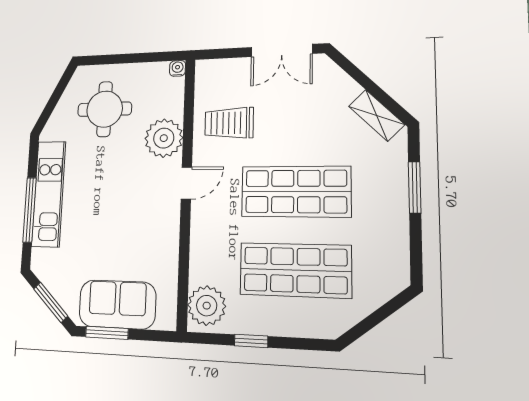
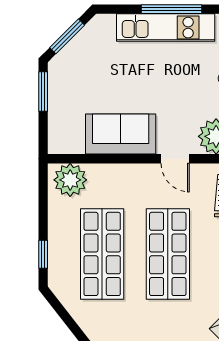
window: (30, 210) -> (171, 9), moved
sofa: (117, 304) -> (121, 134), moved, turned -90
window: (251, 341) -> (43, 254), moved

